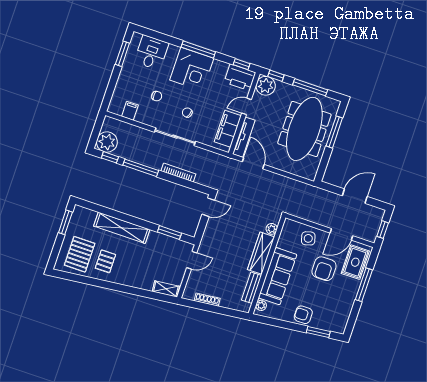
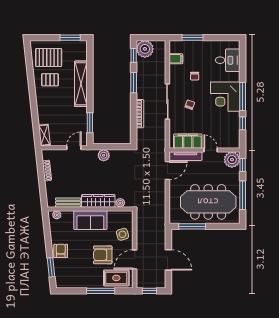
window: (122, 54) -> (193, 38), moved
window: (242, 64) -> (243, 123), moved
printer: (240, 77) -> (232, 137), removed
window: (334, 132) -> (192, 226), moved
window: (141, 168) -> (134, 83), width x0.69
door: (208, 207) -> (120, 147), removed
plant: (212, 229) -> (104, 155), added
door: (341, 234) -> (135, 259), hinge flipped
door: (192, 260) -> (74, 148), swing flipped
sofa: (278, 276) -> (90, 220), width x0.73

